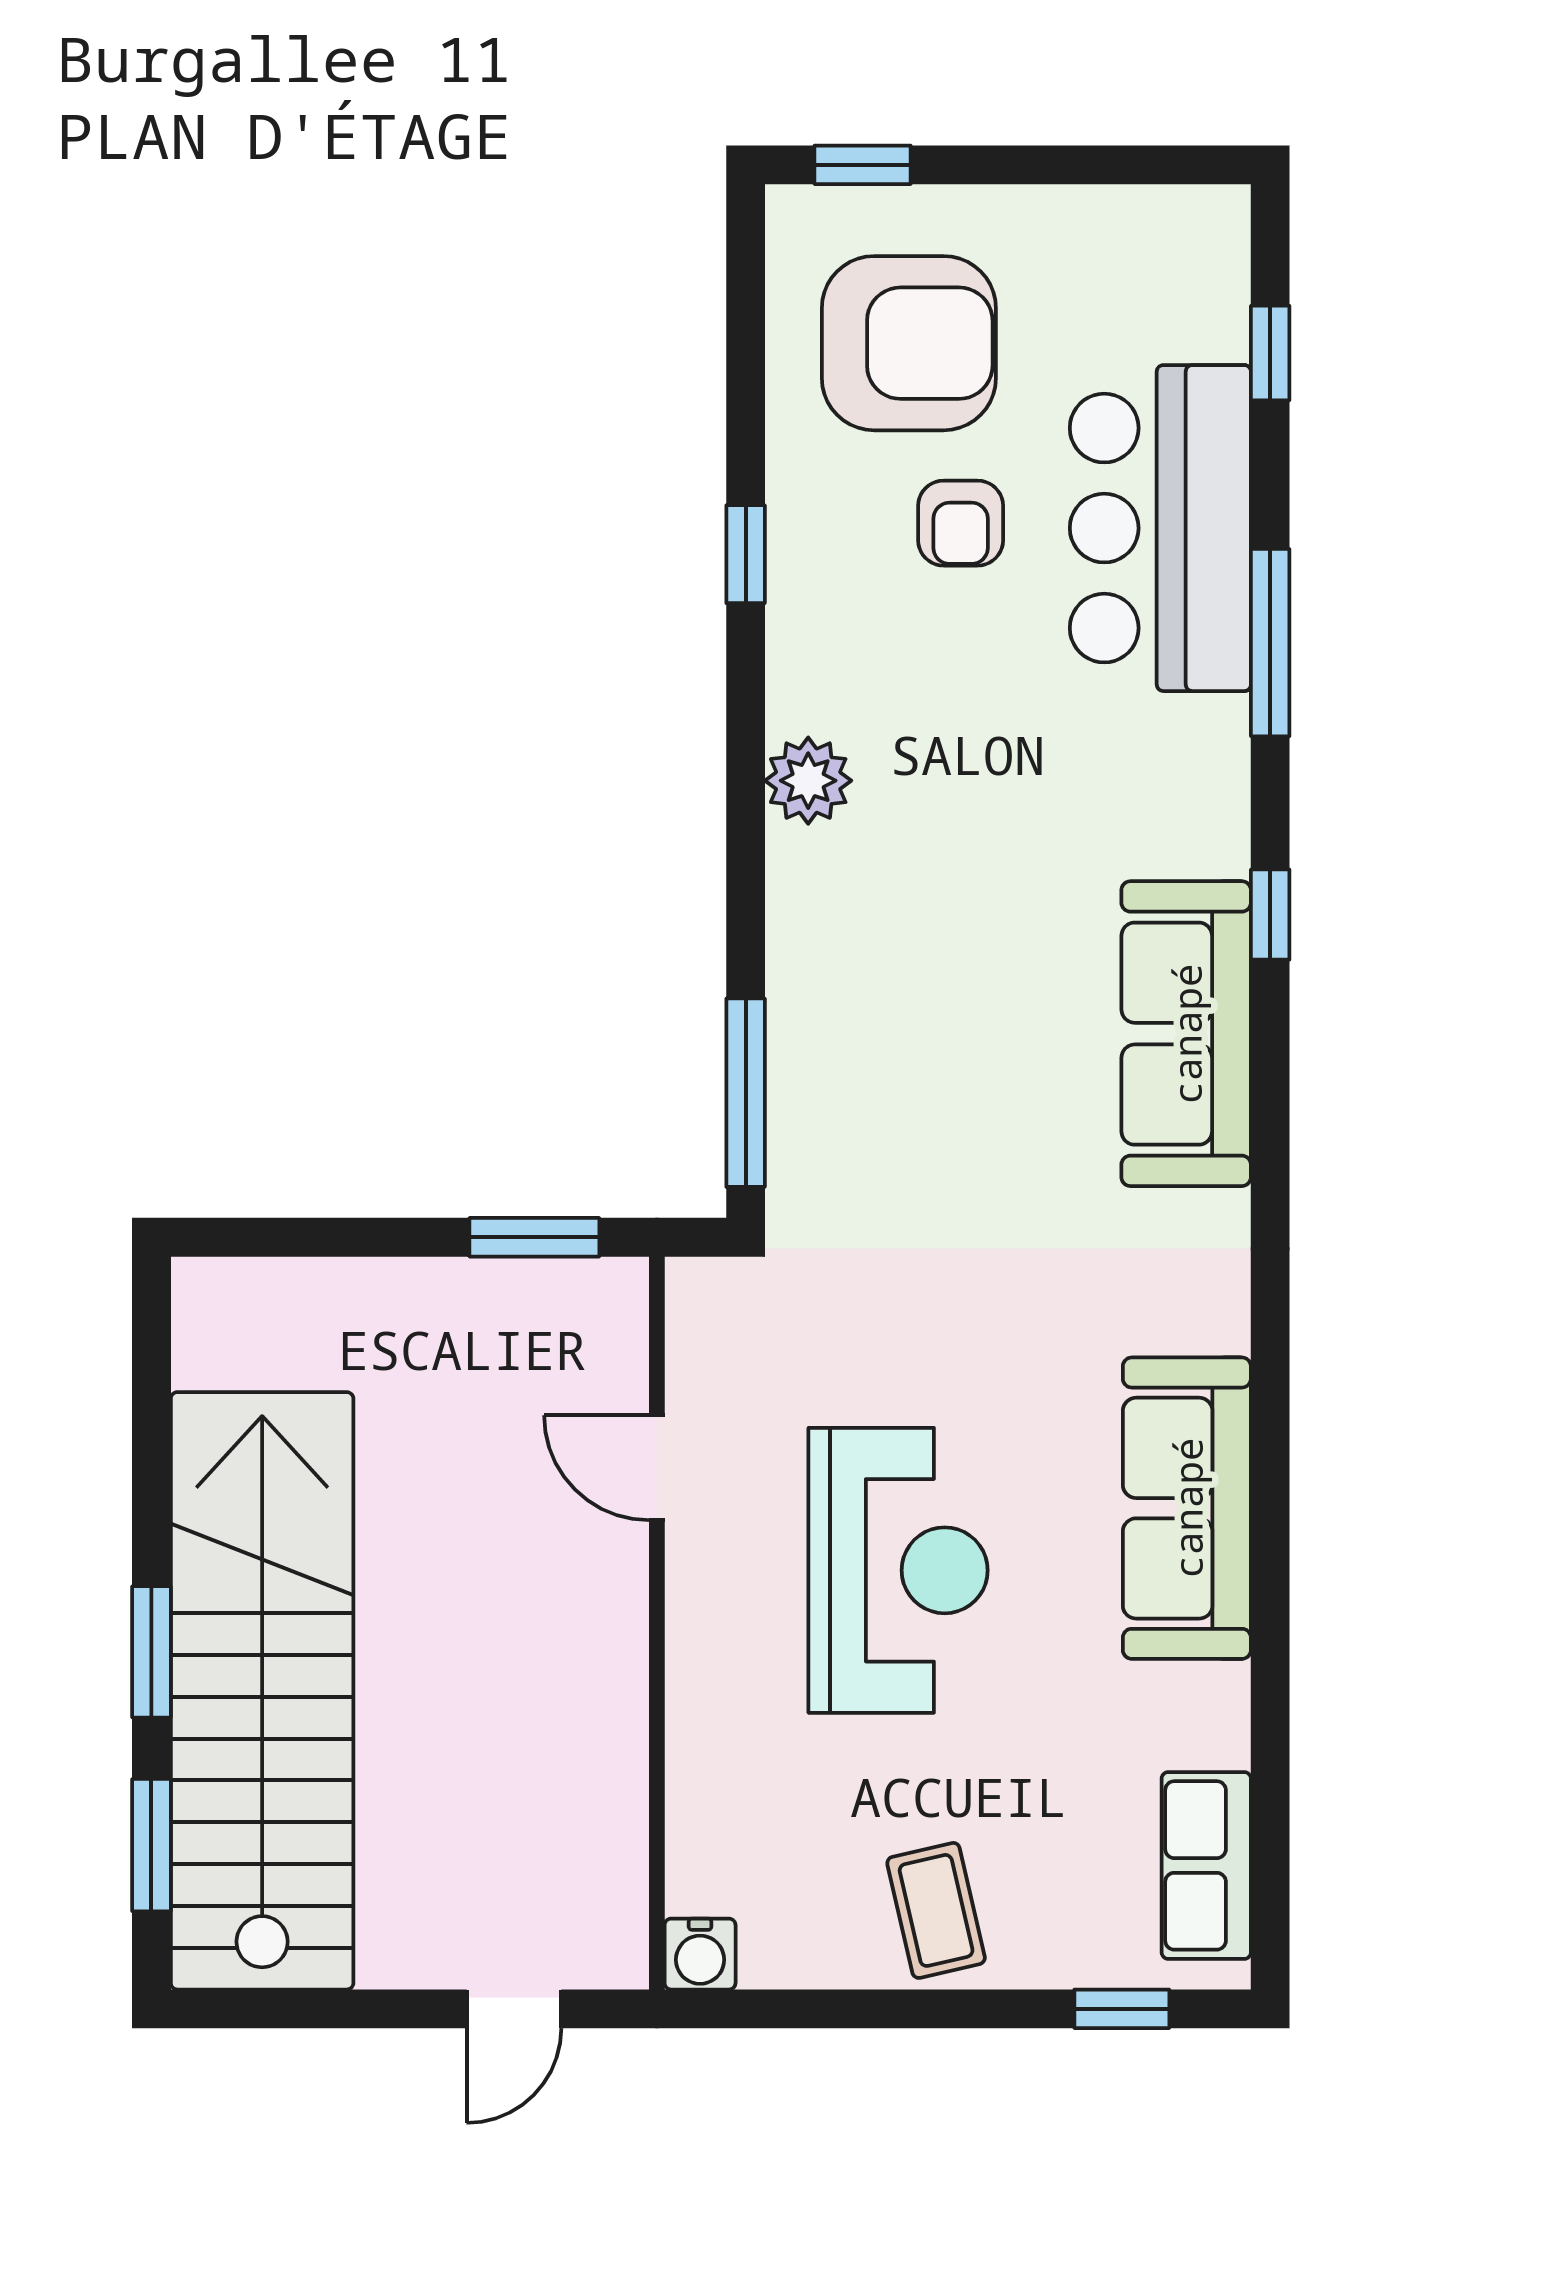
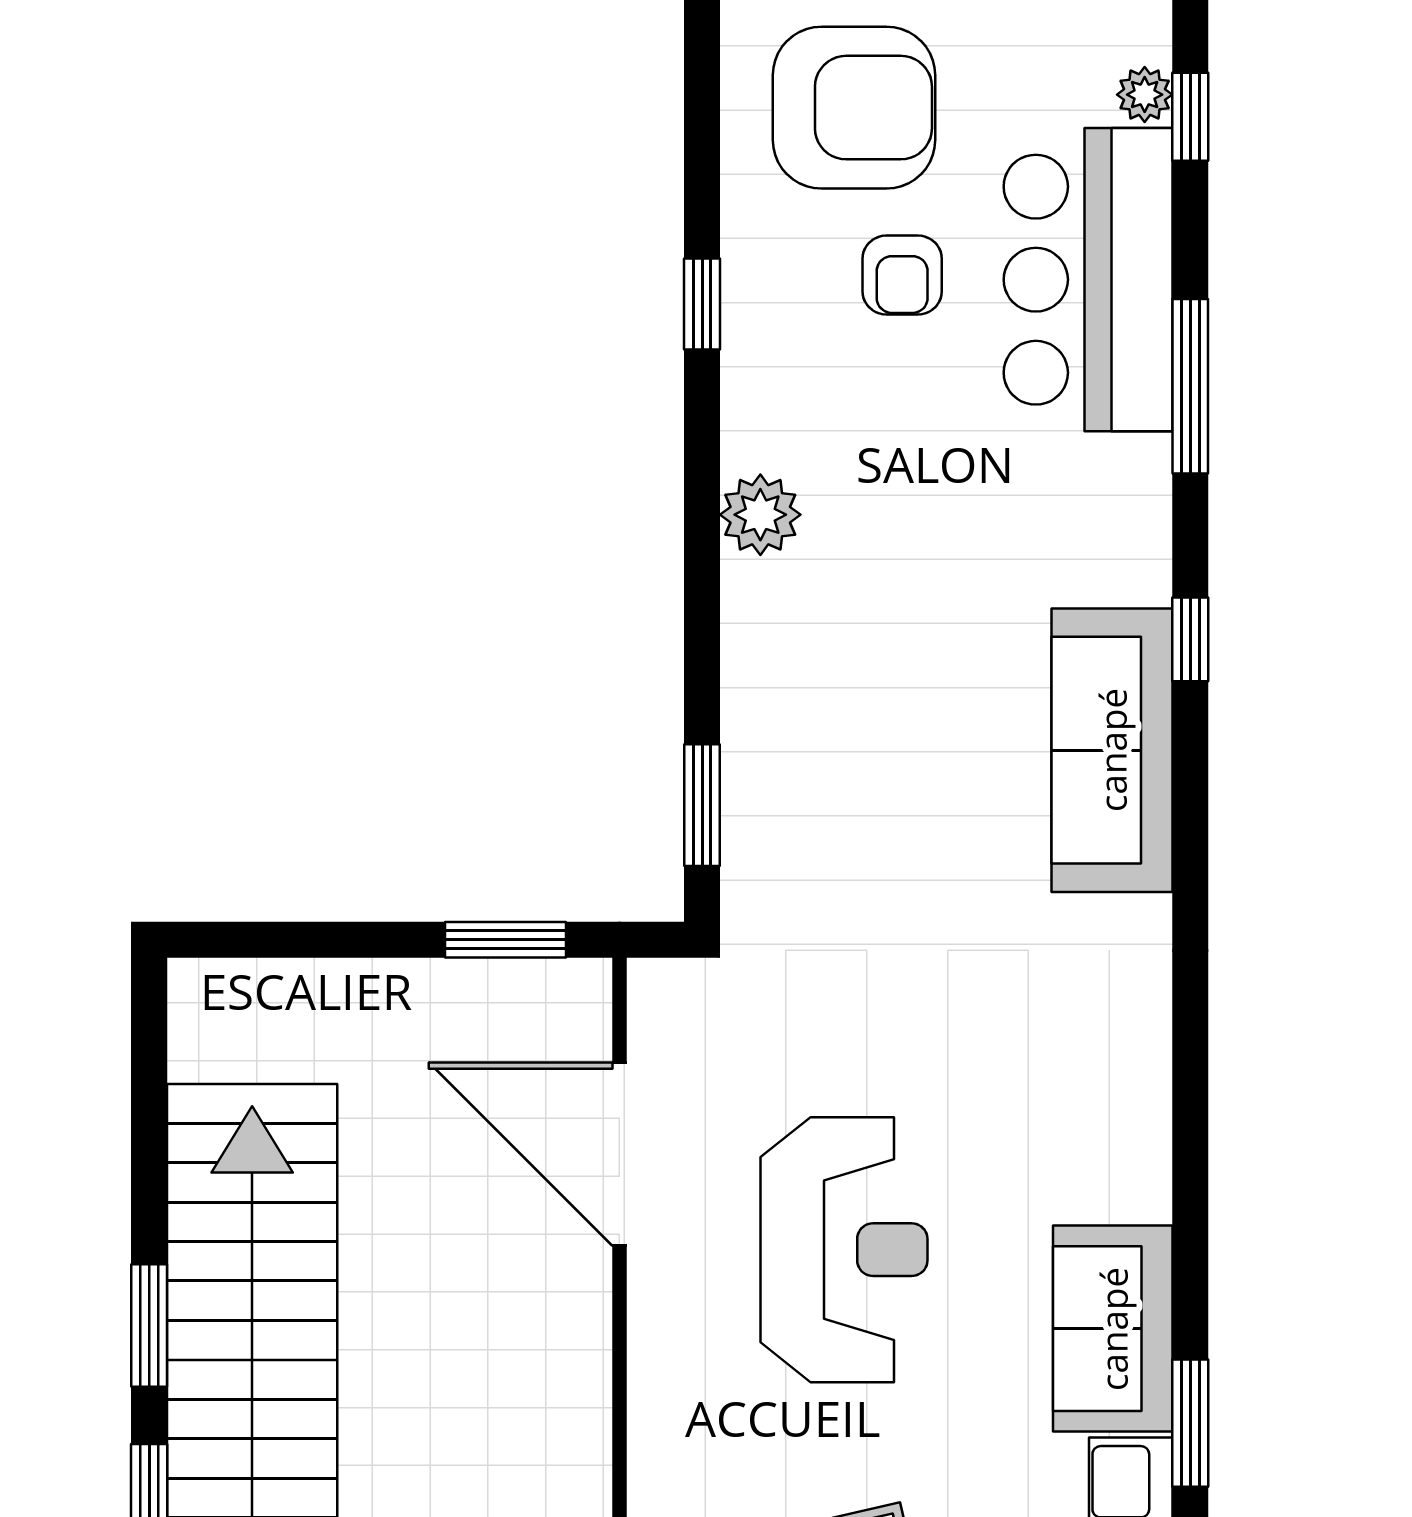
plant: (1221, 329) -> (1145, 95), added
window: (746, 1093) -> (702, 805), width x0.69
door: (657, 1468) -> (619, 1154), width x1.88
sofa: (1187, 1508) -> (1113, 1329), moved, width x0.73
window: (1270, 1757) -> (1190, 1423), added

